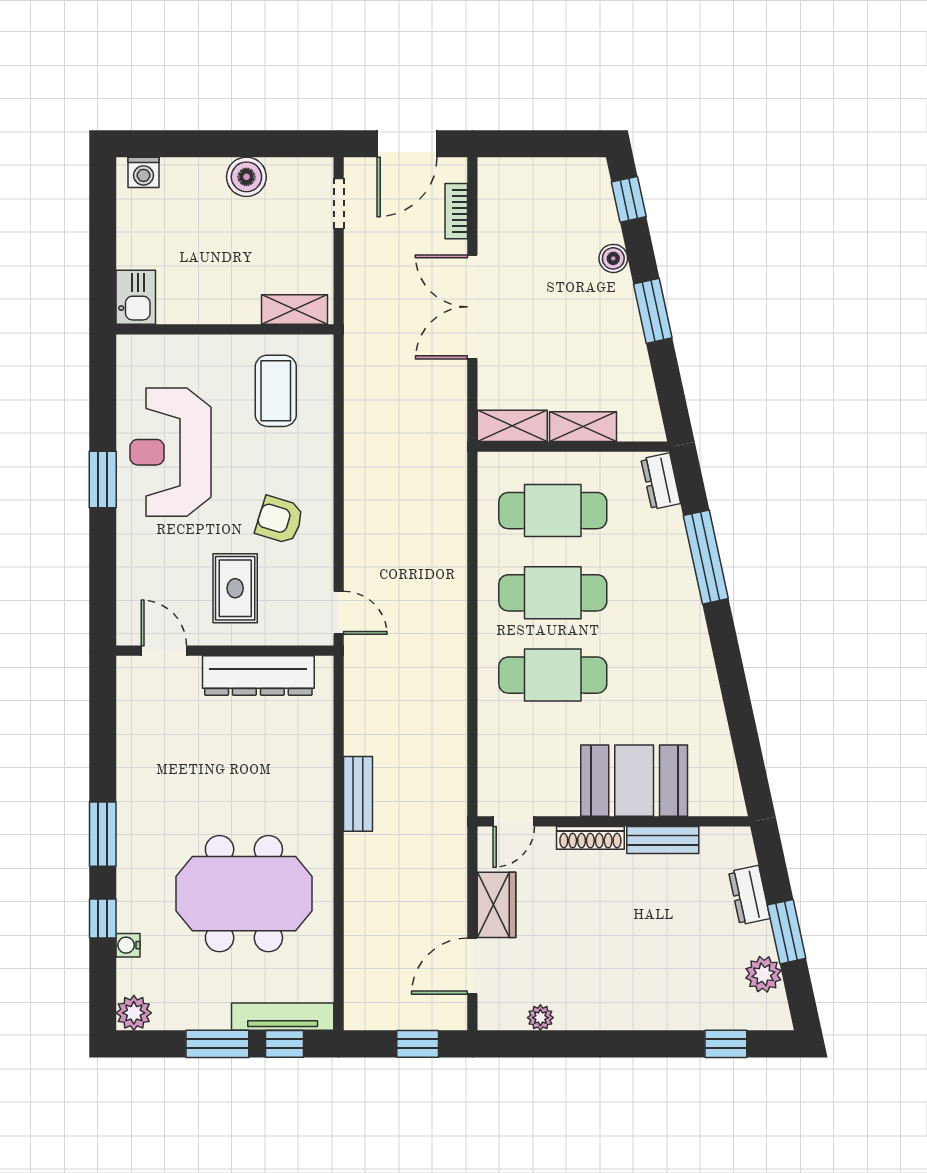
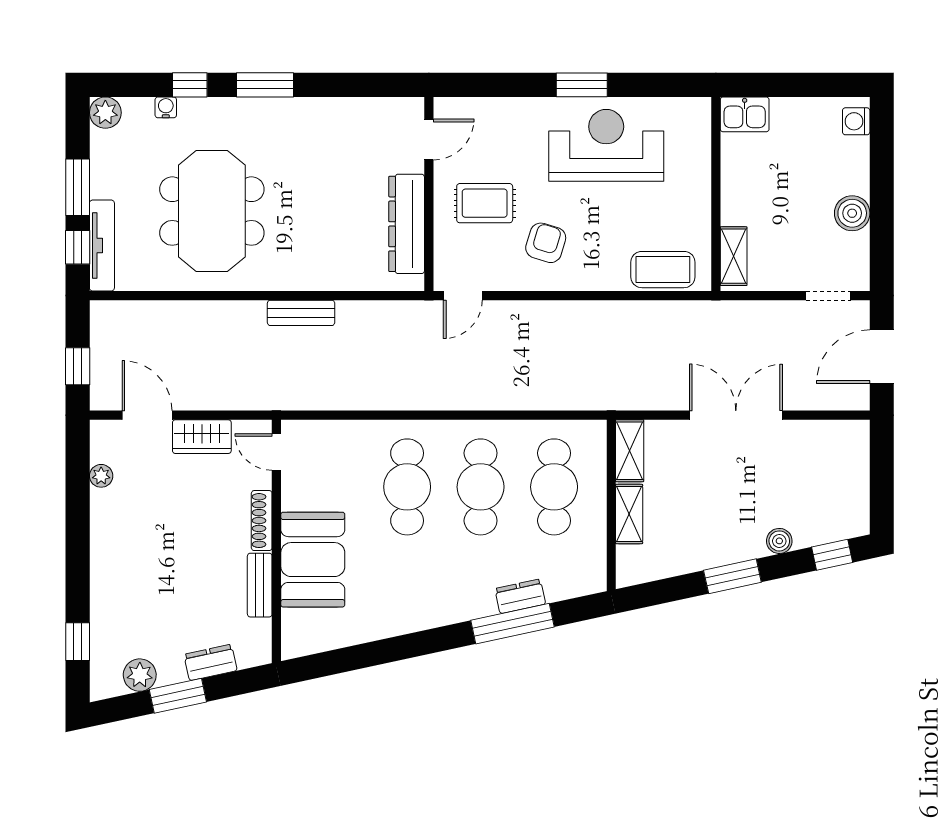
door: (407, 144) -> (882, 357), hinge flipped
bookcase: (456, 211) -> (822, 401), removed
coffee table: (276, 391) -> (663, 270), moved
dresser: (661, 481) -> (520, 596), moved

